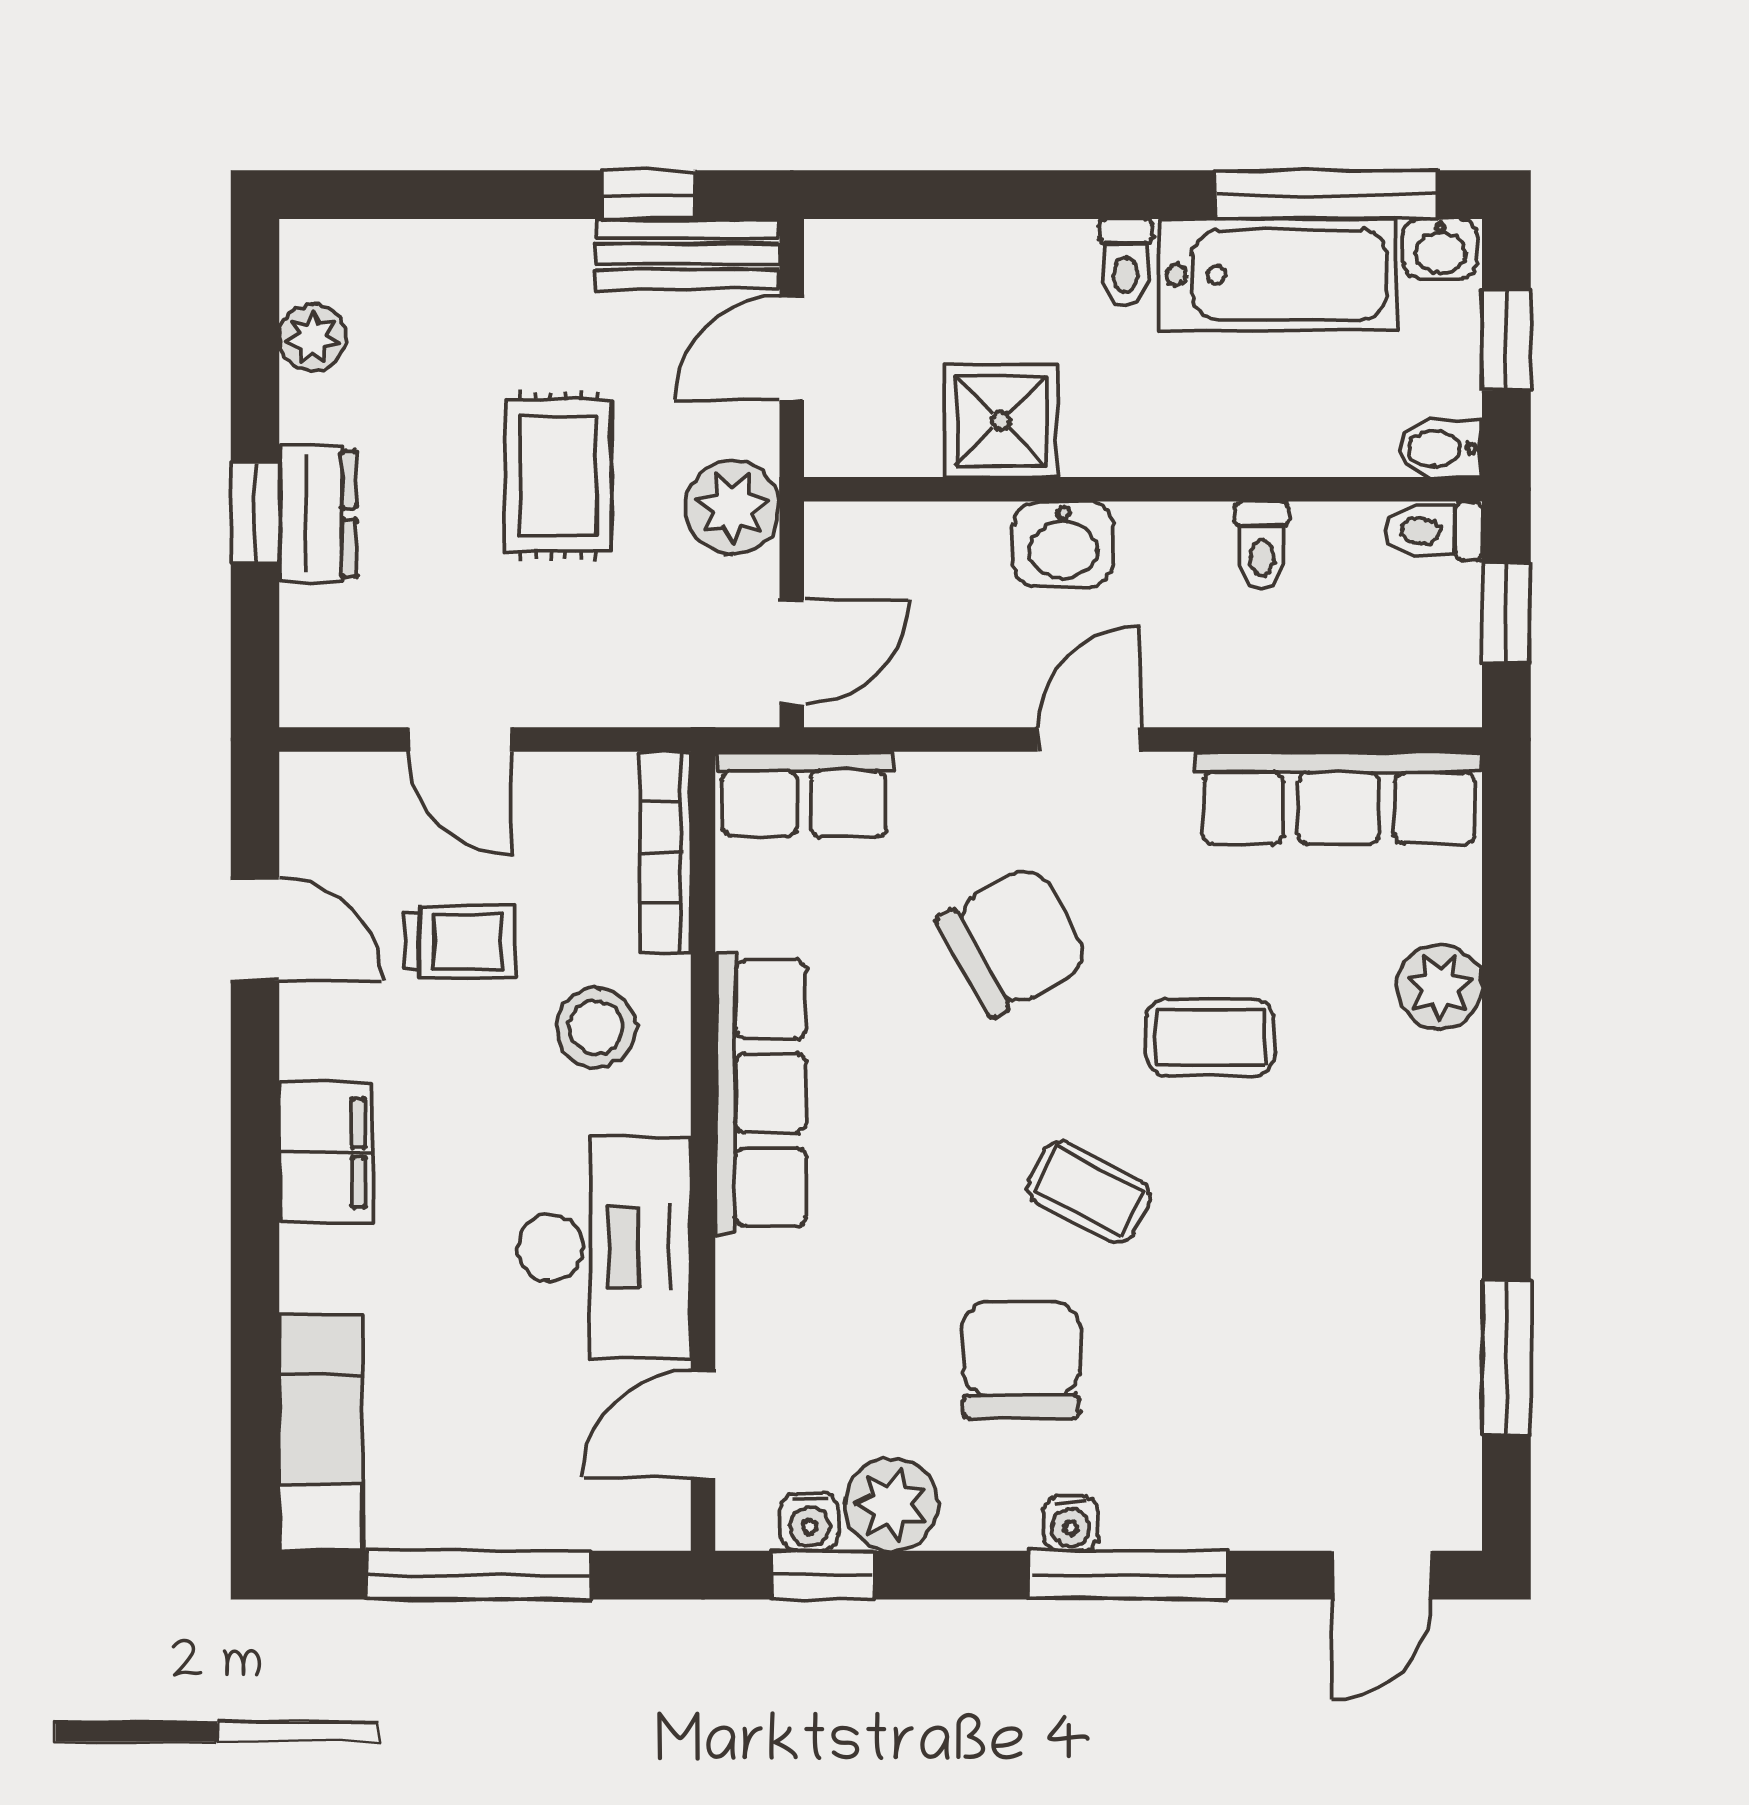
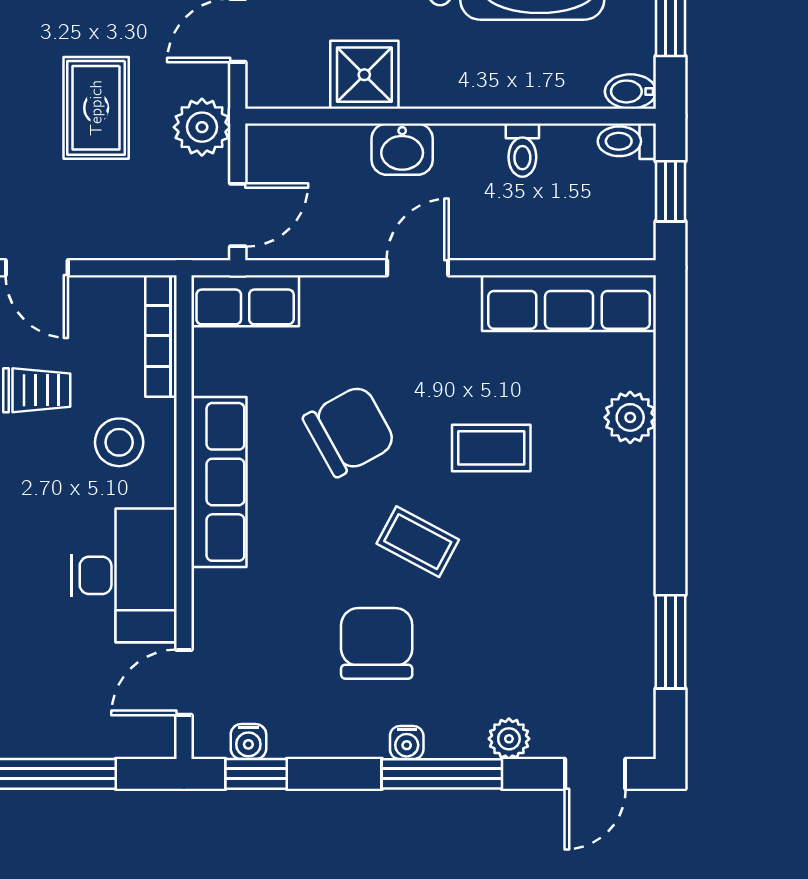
chair: (1013, 941) -> (350, 431), moved
plant: (891, 1505) -> (509, 739), moved, width x0.73, depth x0.73

